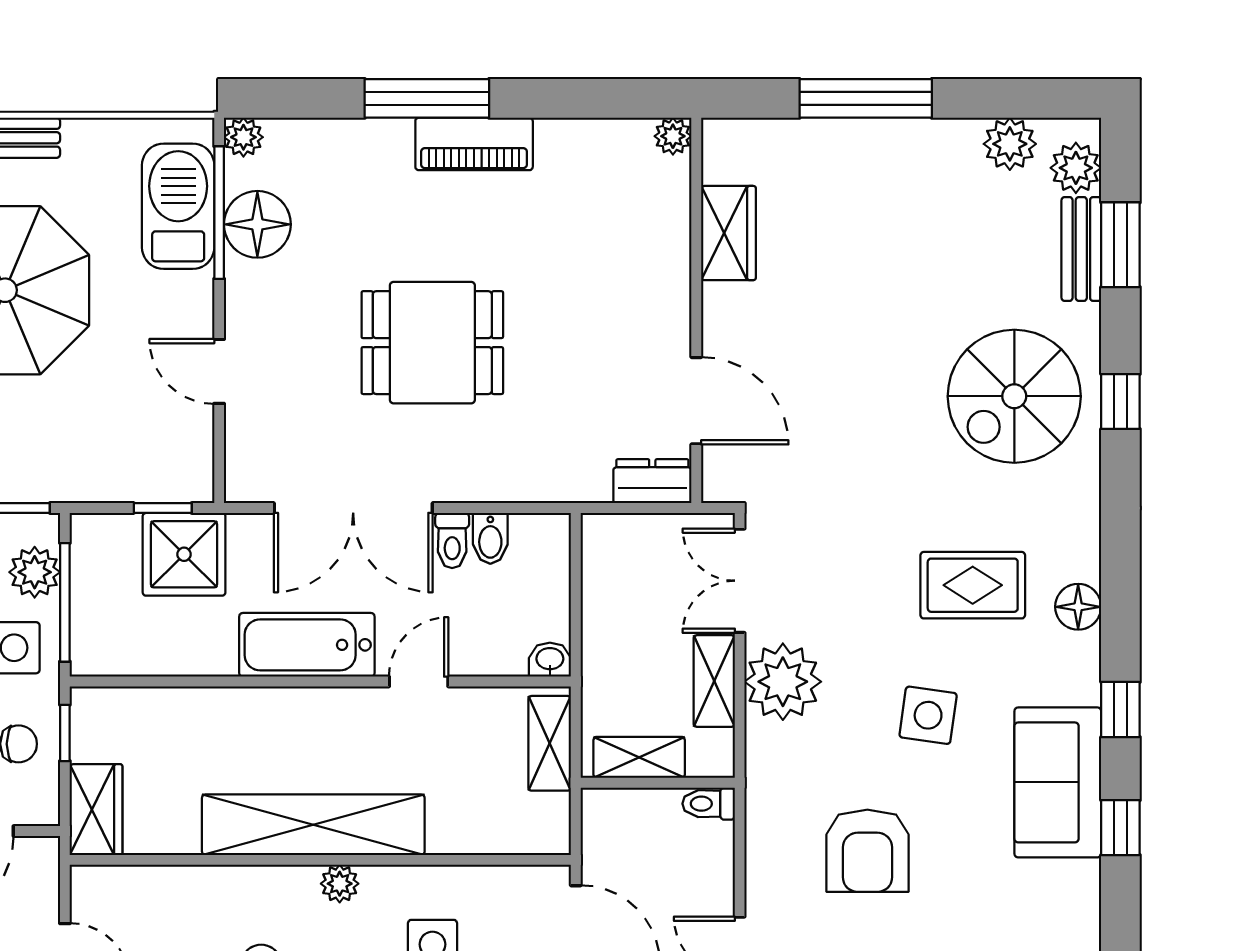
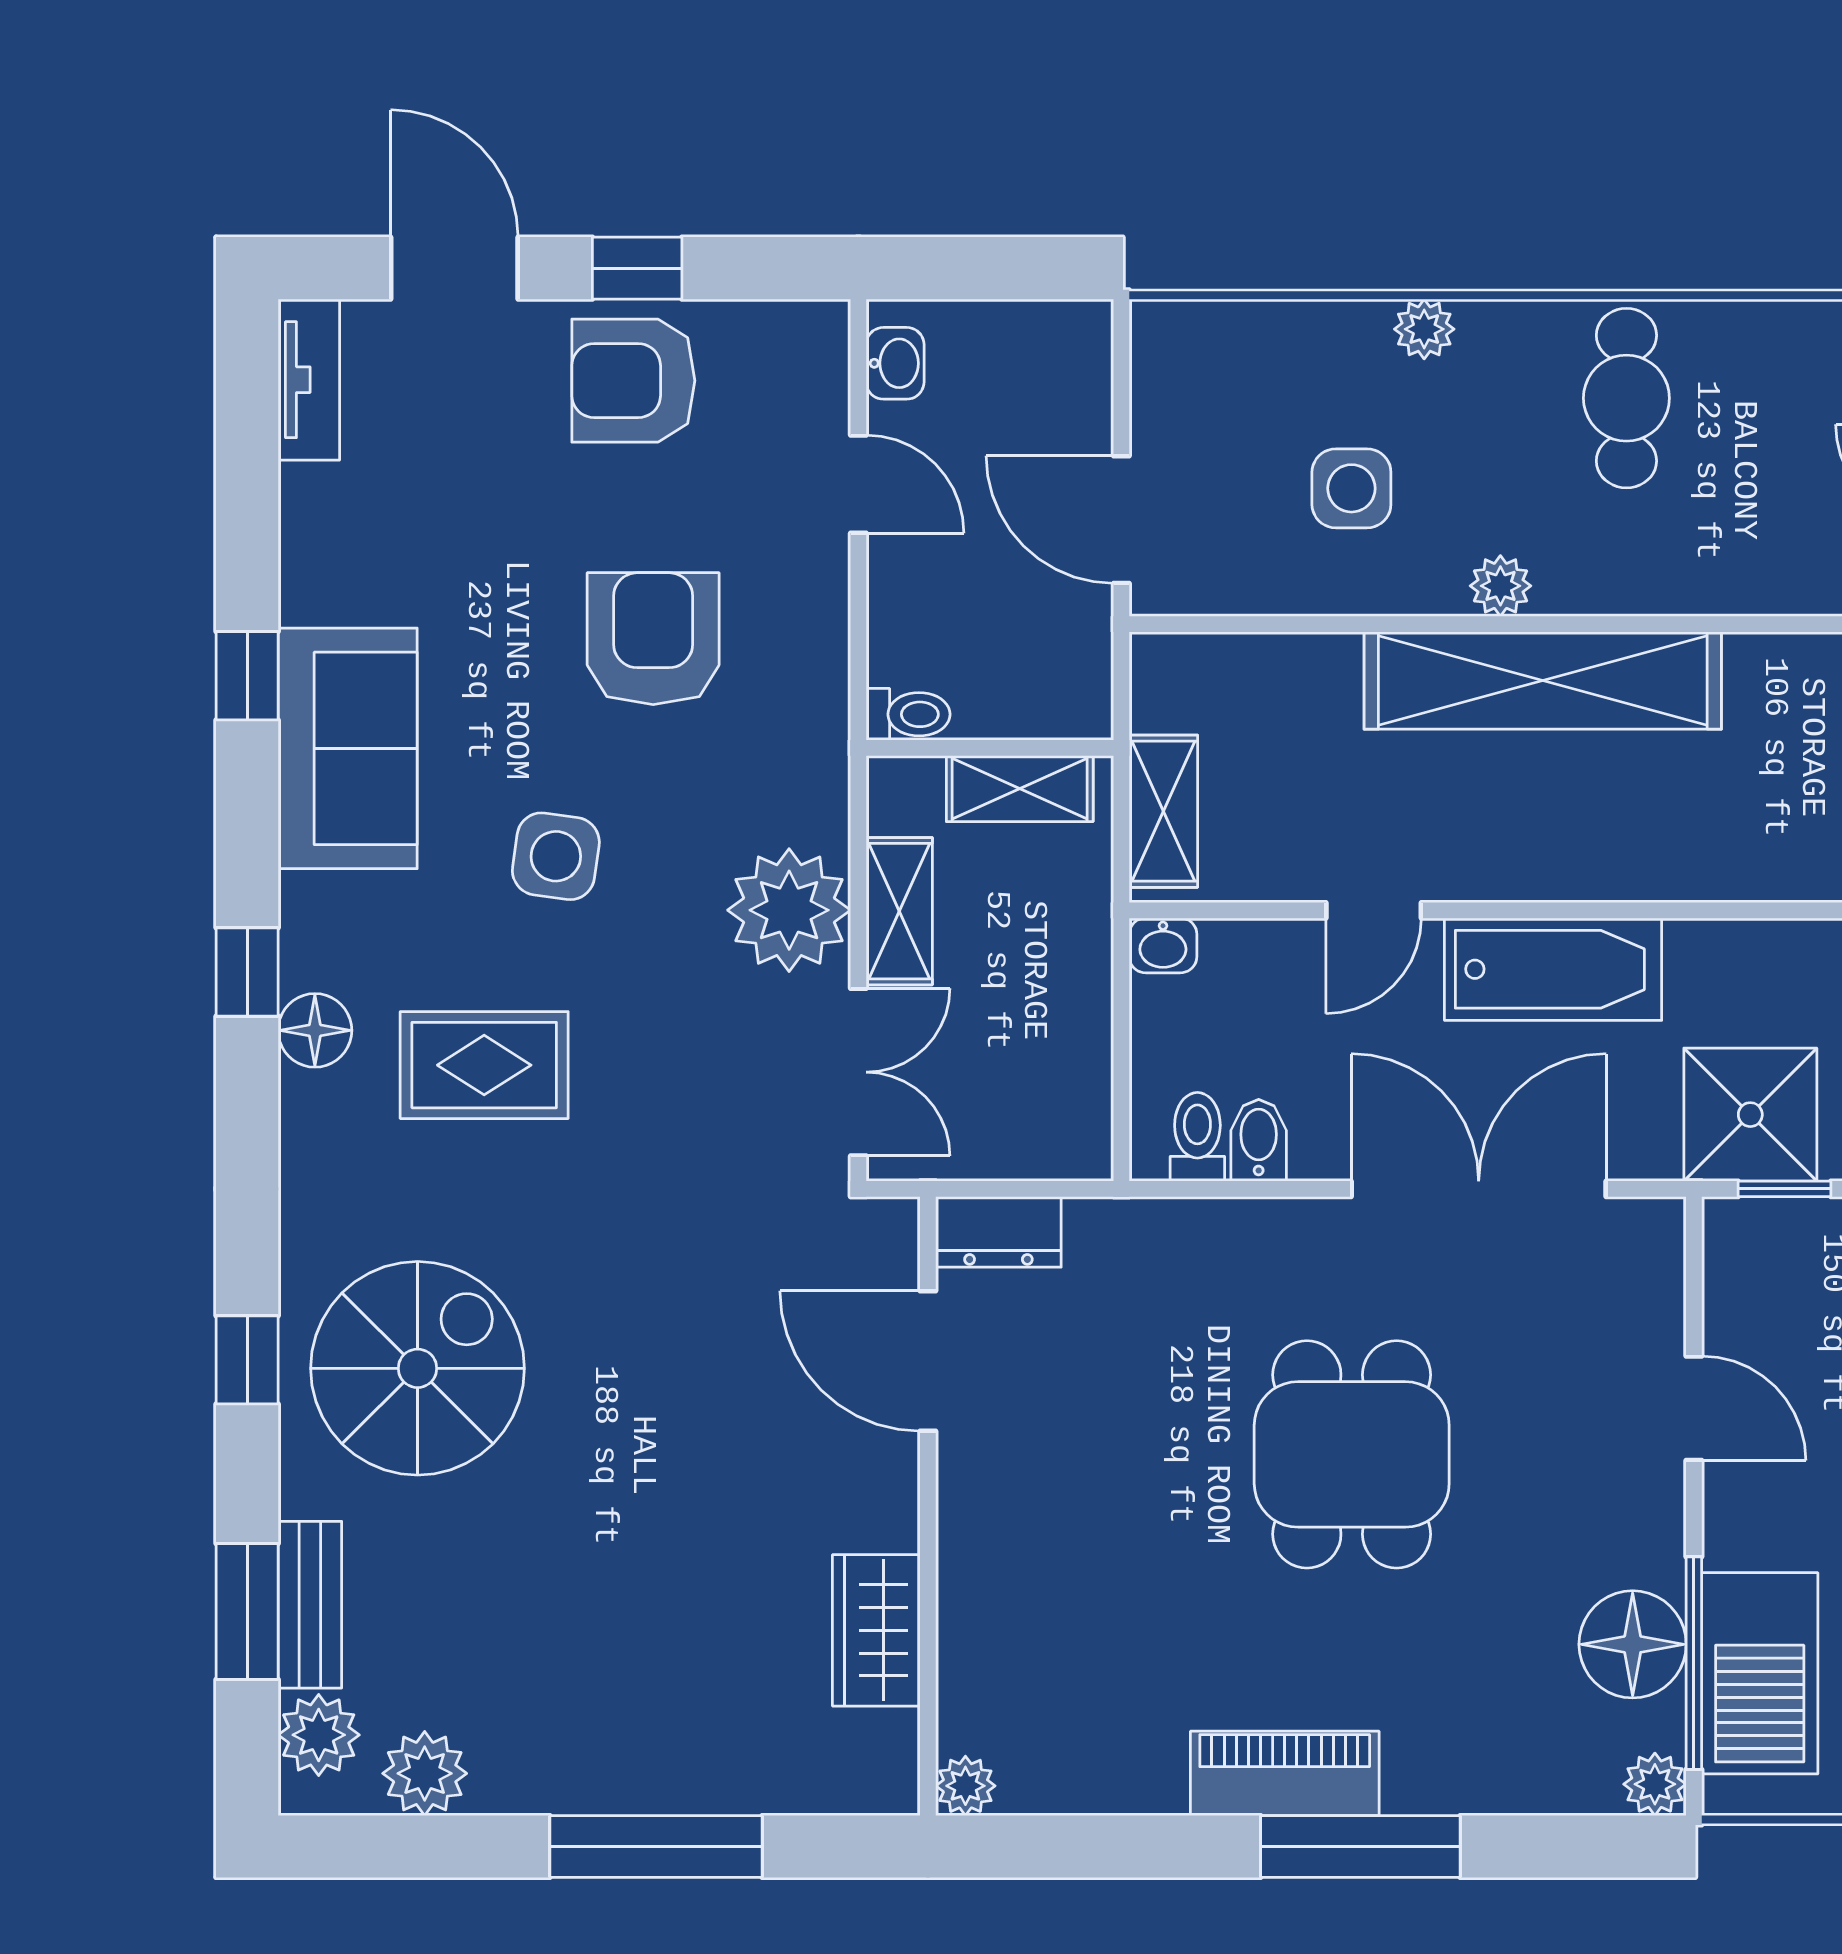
dining table: (432, 343) -> (1352, 1454), turned 90
toilet: (452, 540) -> (1197, 1137), moved
window: (1120, 709) -> (247, 972), moved

